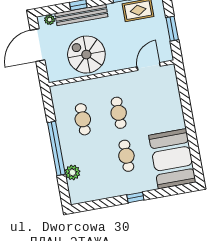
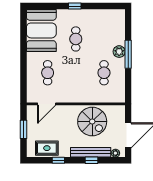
cafe table: (119, 113) -> (48, 73), moved
window: (56, 148) -> (128, 54), width x0.68
plant: (72, 172) -> (119, 52), moved

